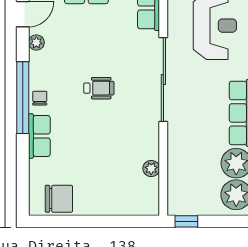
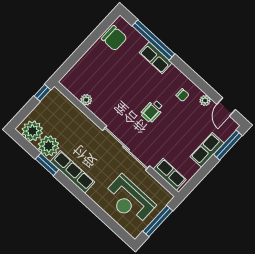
window: (23, 98) -> (153, 40), moved
chair: (40, 98) -> (182, 95), moved
chair: (59, 199) -> (114, 38), turned -90

